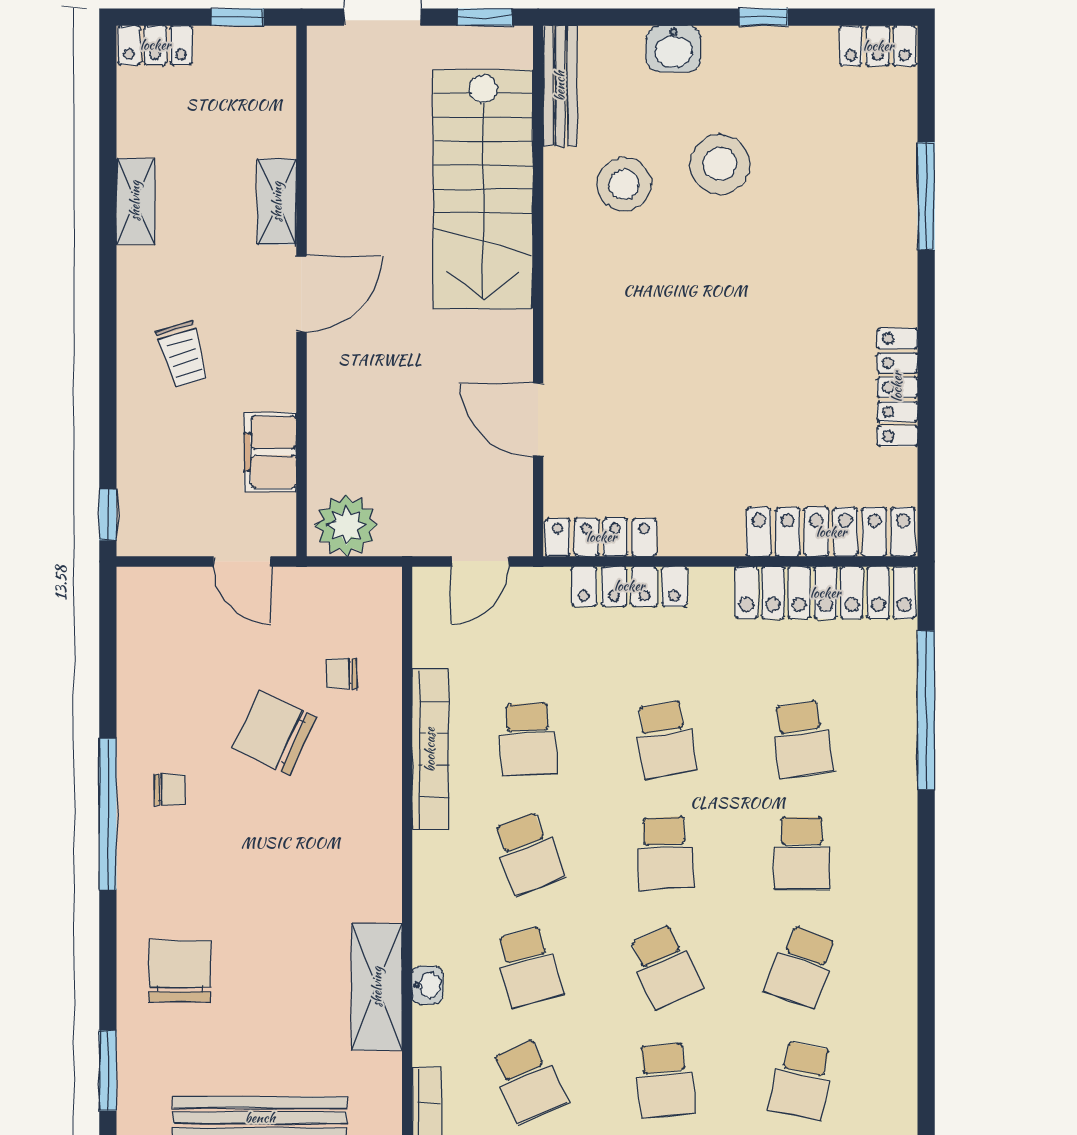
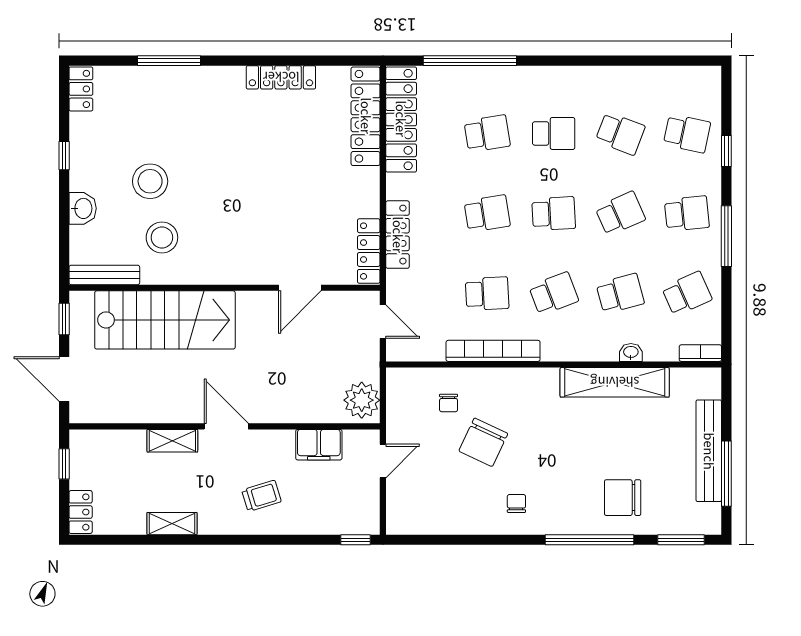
window: (108, 814) -> (590, 540), moved
shelving: (377, 987) -> (615, 382), width x1.47

